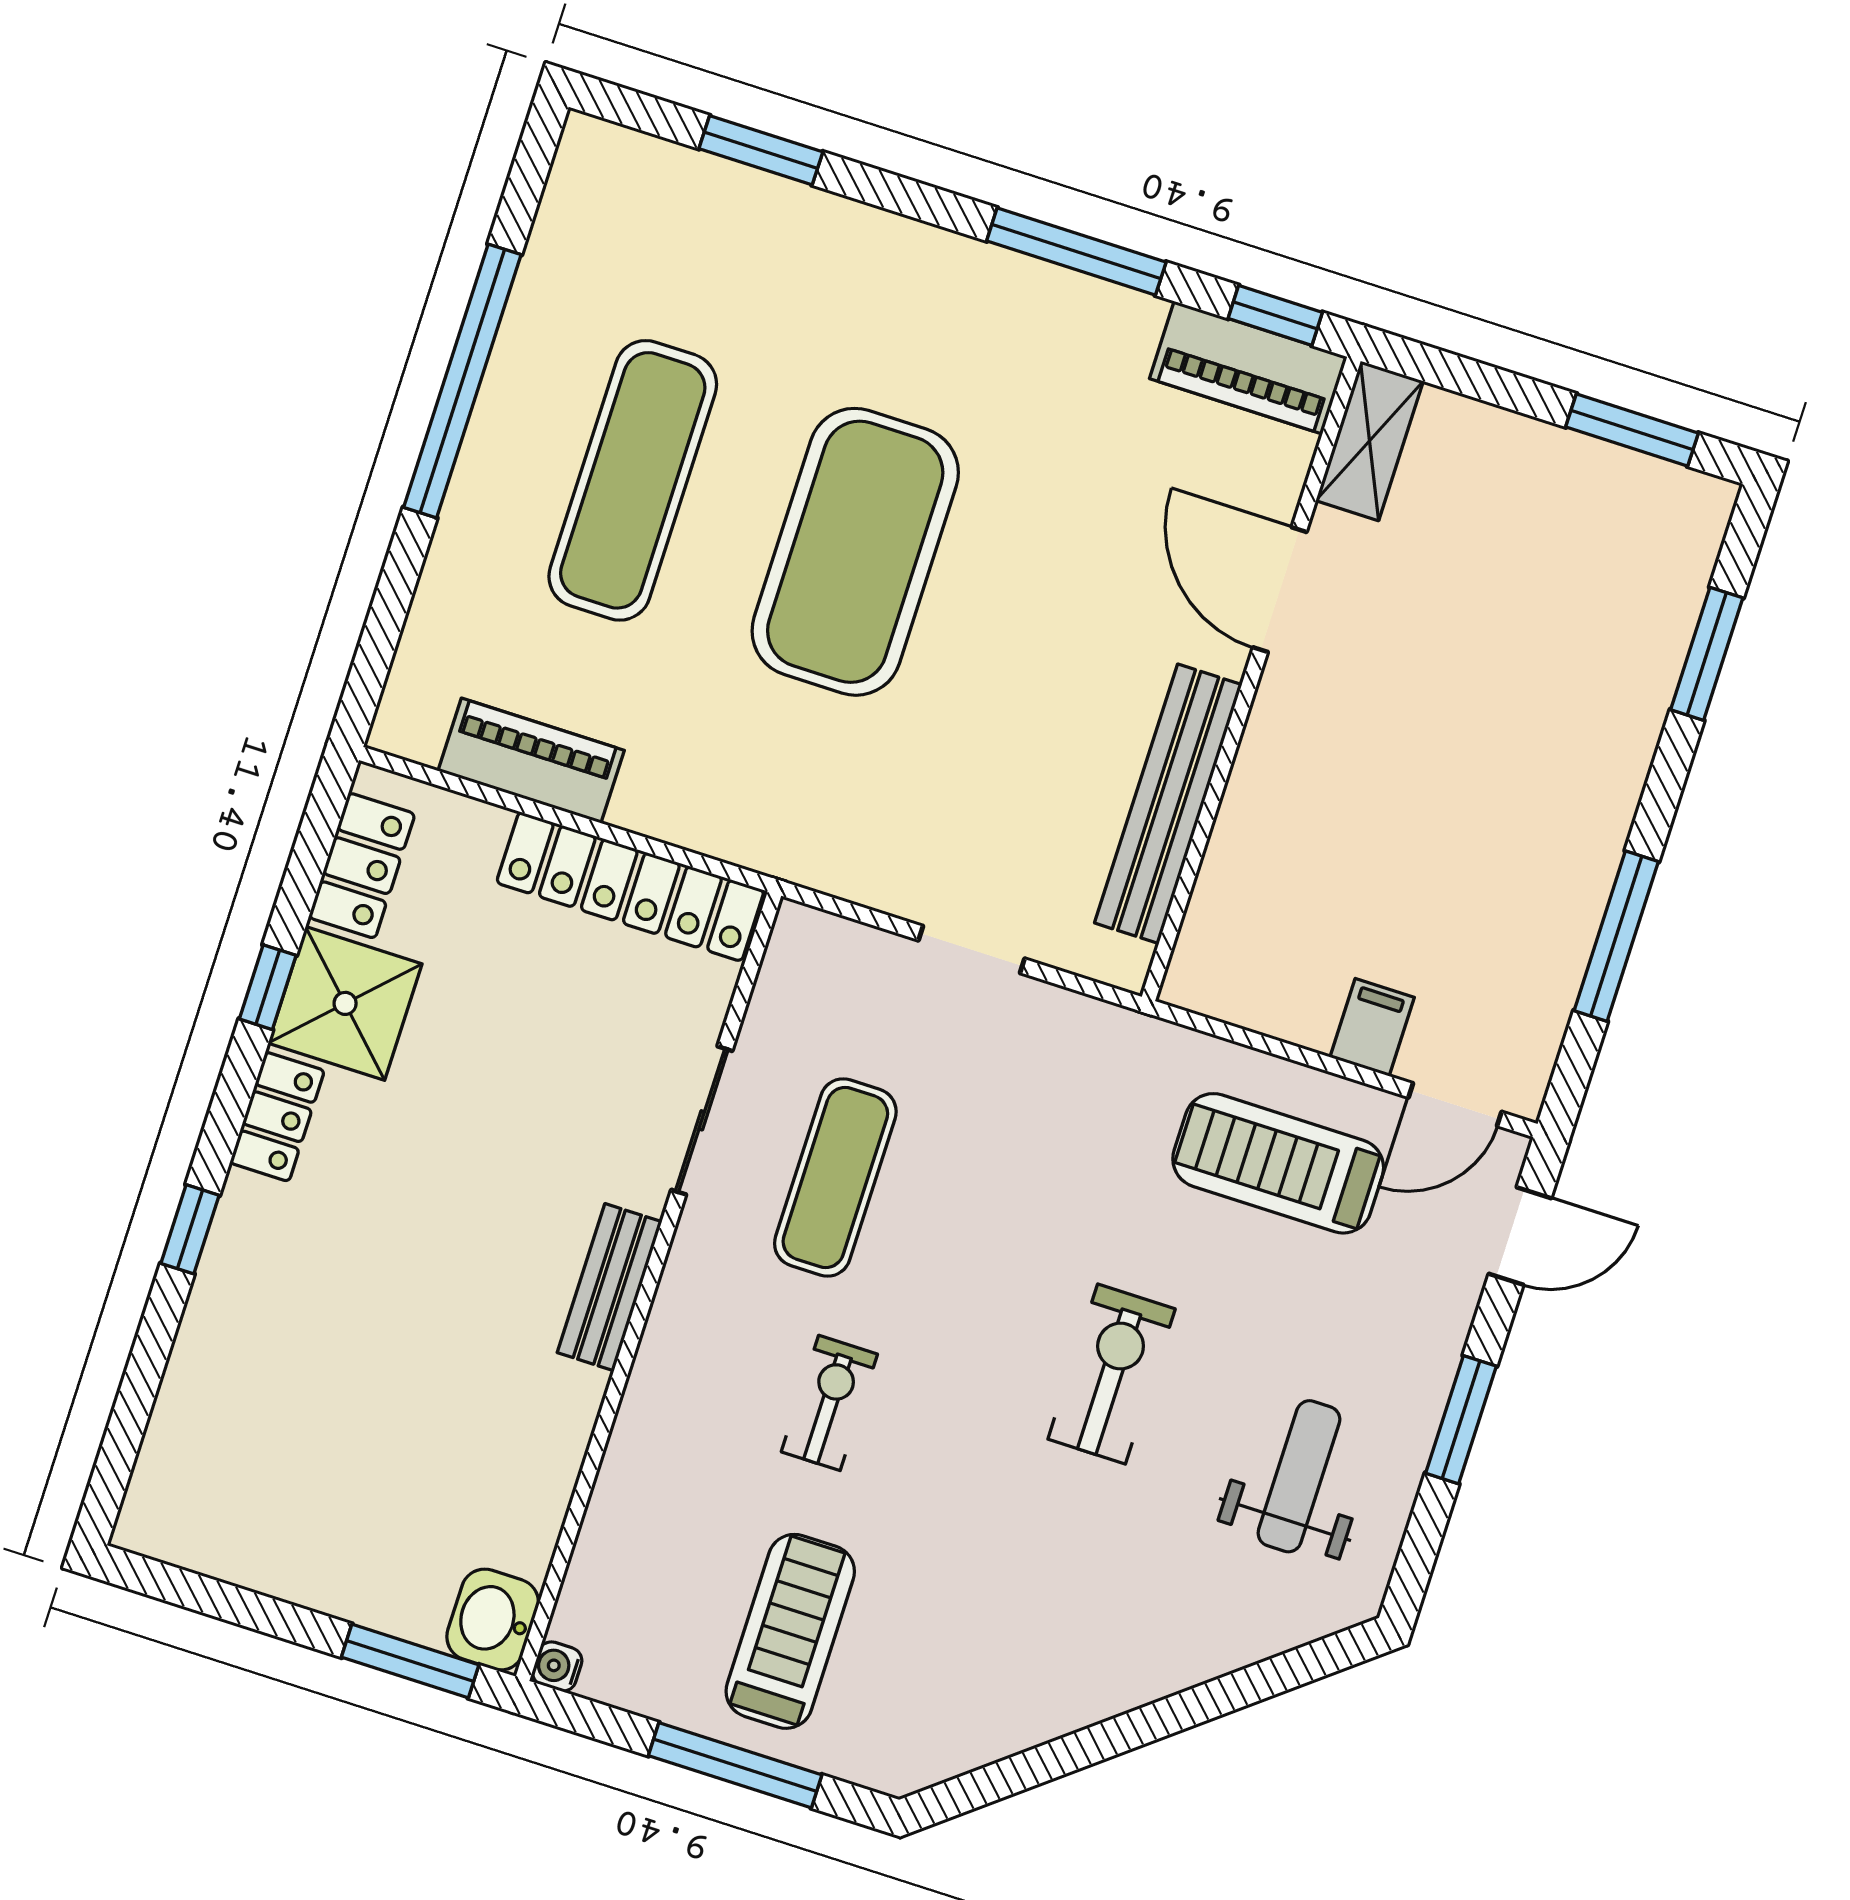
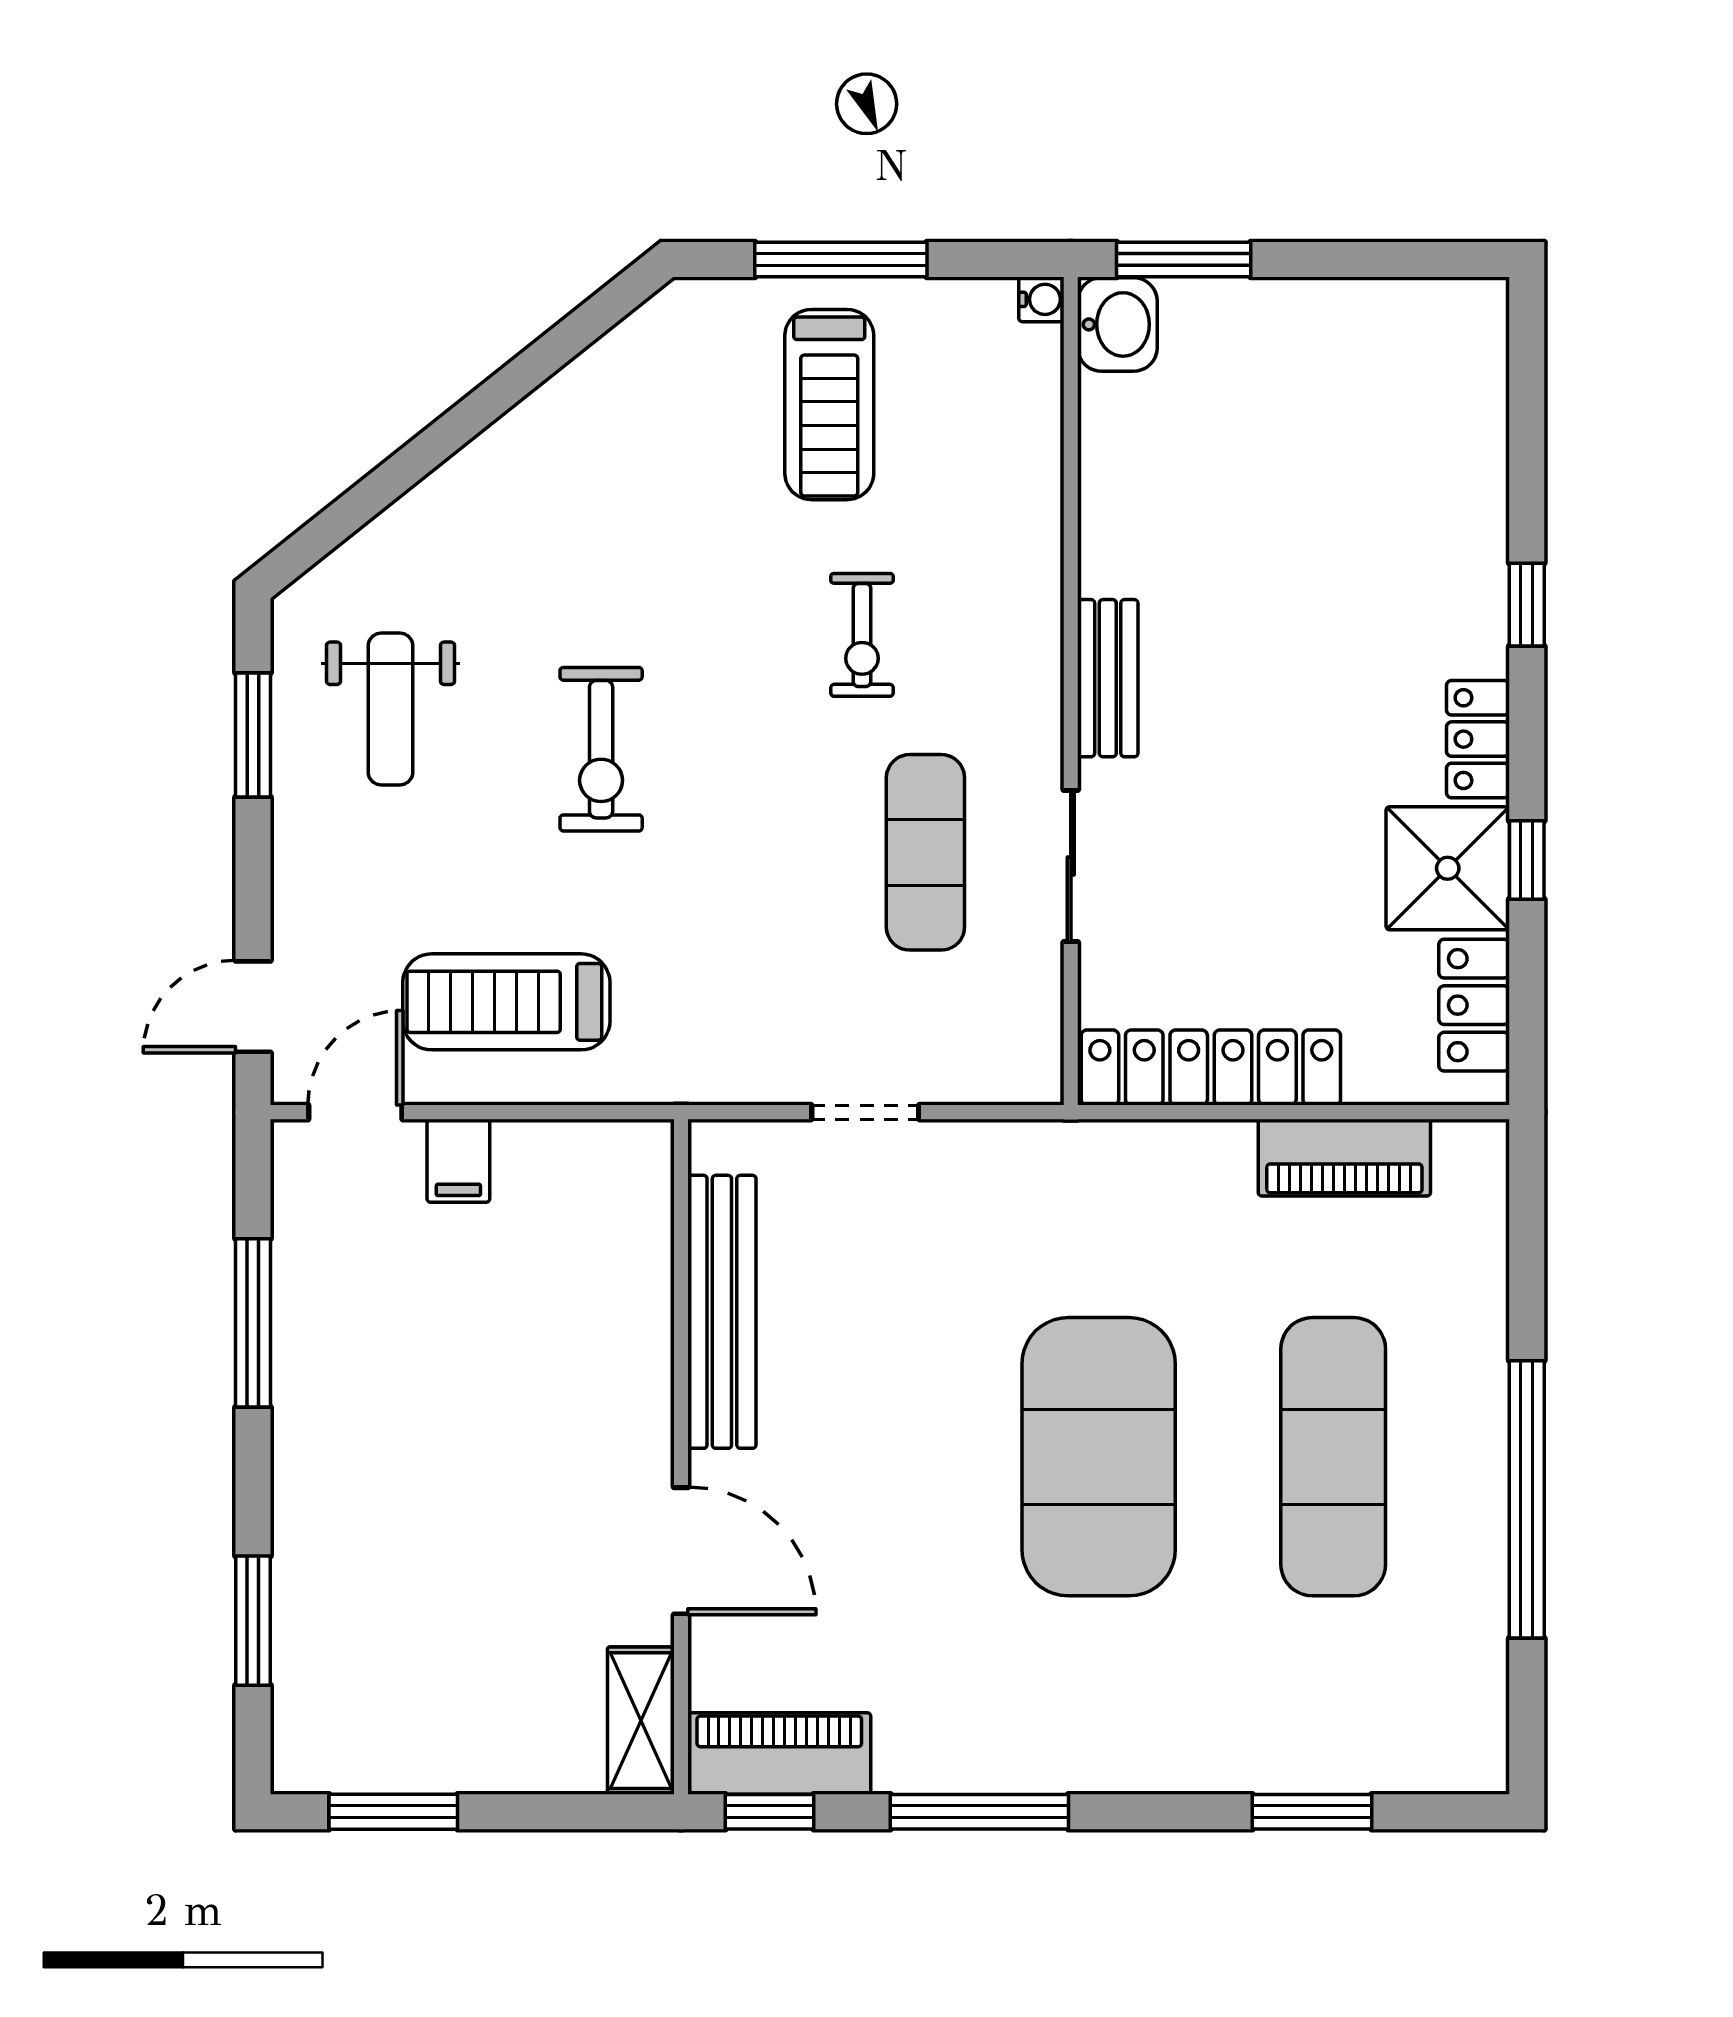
treadmill: (1278, 1163) -> (506, 1002), turned 180
window: (1461, 1420) -> (253, 735), moved

